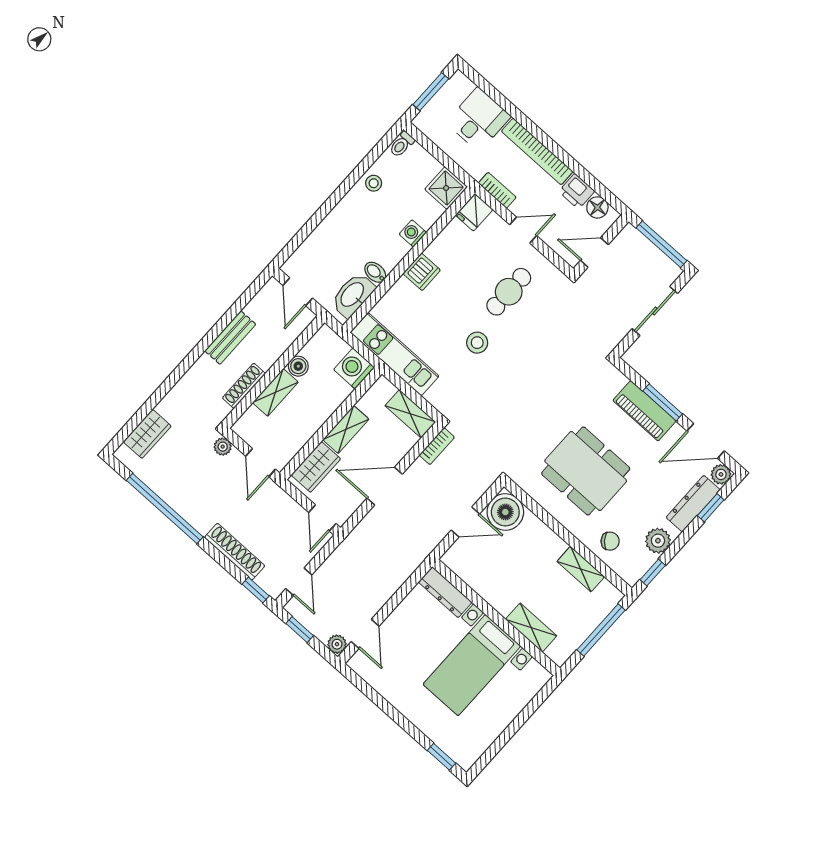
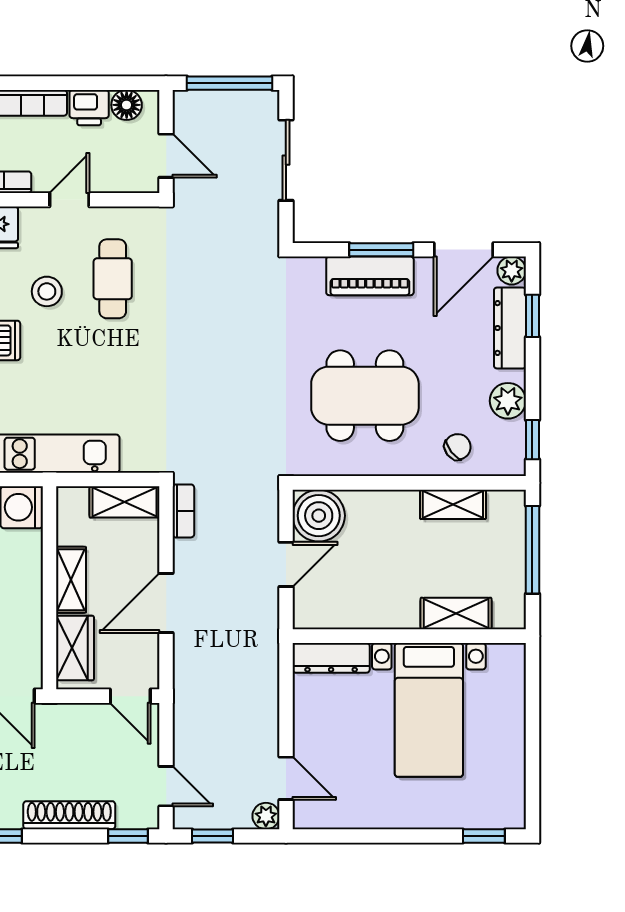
door: (594, 252) -> (166, 156), swing flipped
stool: (477, 343) -> (47, 291), moved

